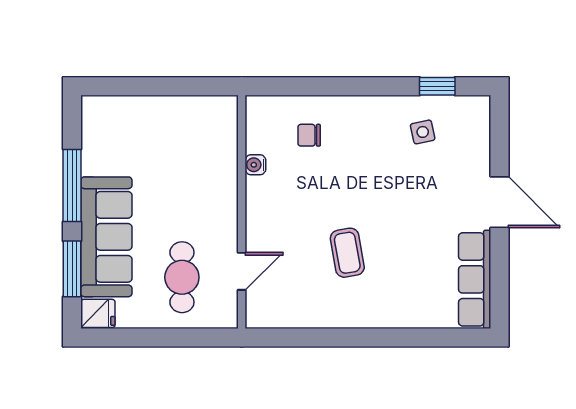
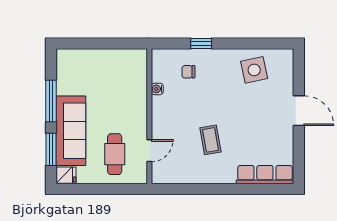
window: (437, 86) -> (201, 43), moved
side table: (423, 132) -> (254, 70), width x1.87, depth x1.87
row of seats: (475, 279) -> (265, 175), moved, turned 90

